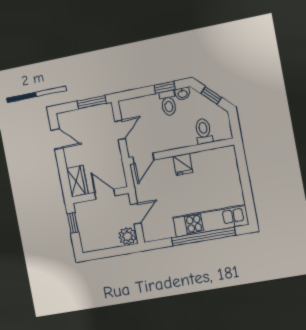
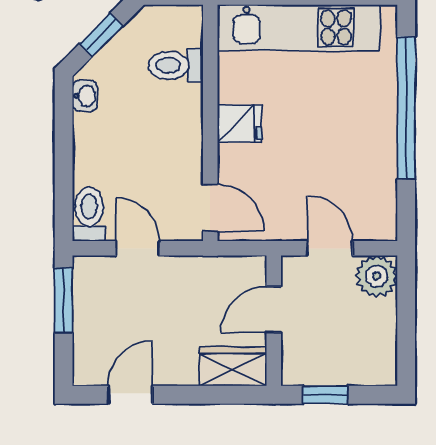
window: (165, 87) -> (64, 132), removed
toilet: (168, 103) -> (89, 214), moved, turned -90
kitchen unit: (211, 221) -> (299, 28), moved, turned -90

